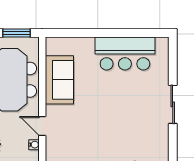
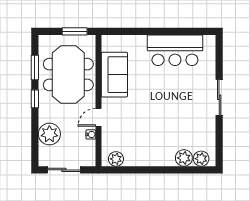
door: (42, 126) -> (98, 117), hinge flipped

